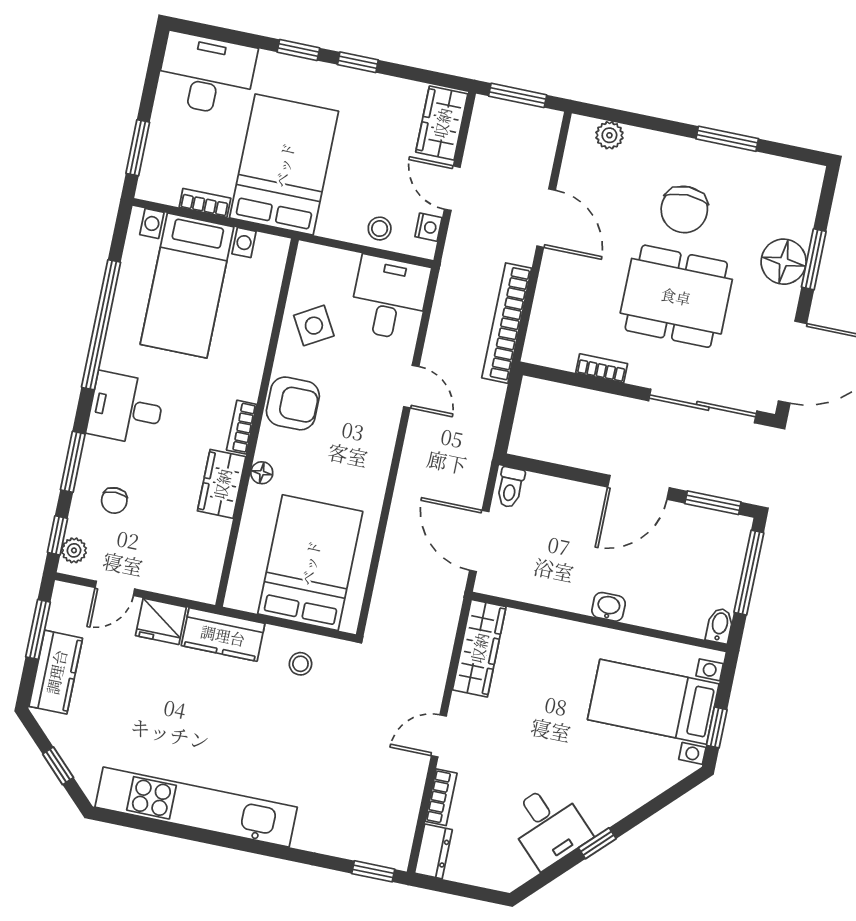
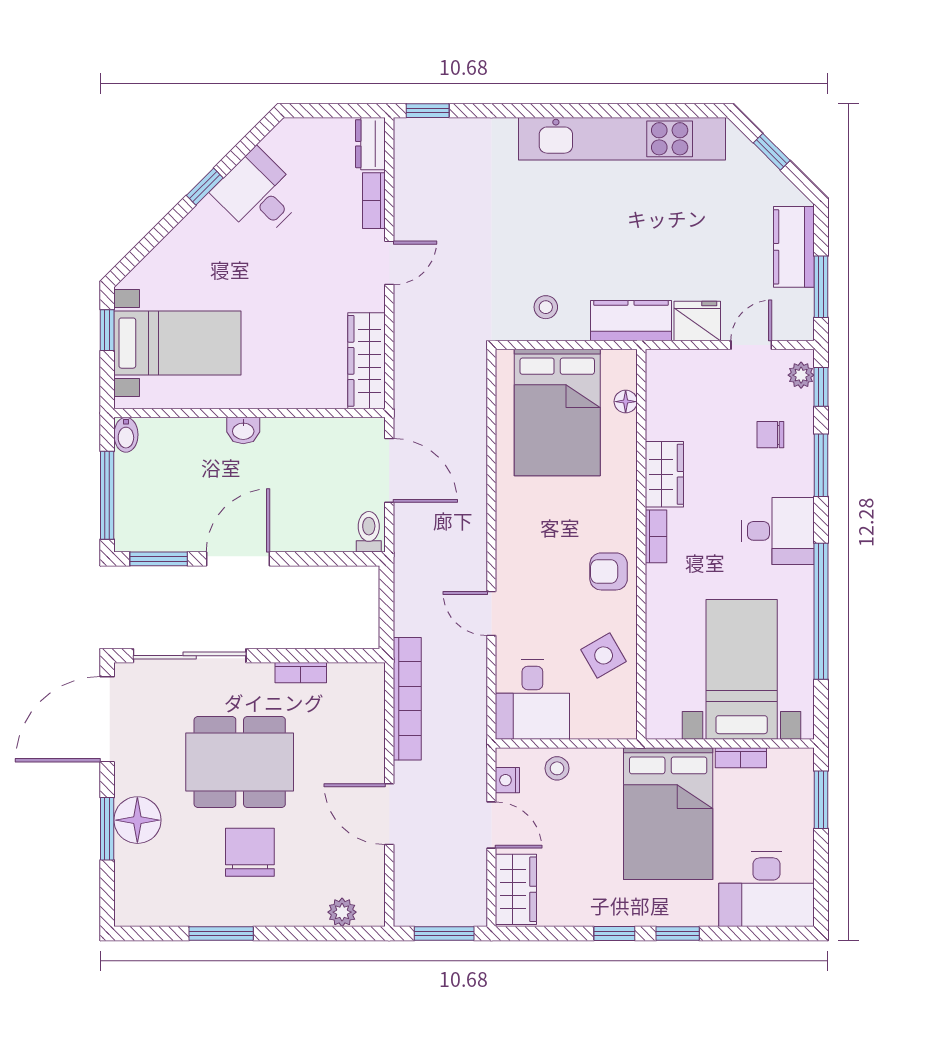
armchair: (293, 403) -> (609, 571), width x0.72, depth x0.72
floor lamp: (262, 473) -> (626, 402), moved
chair: (114, 500) -> (770, 435), turned -90

